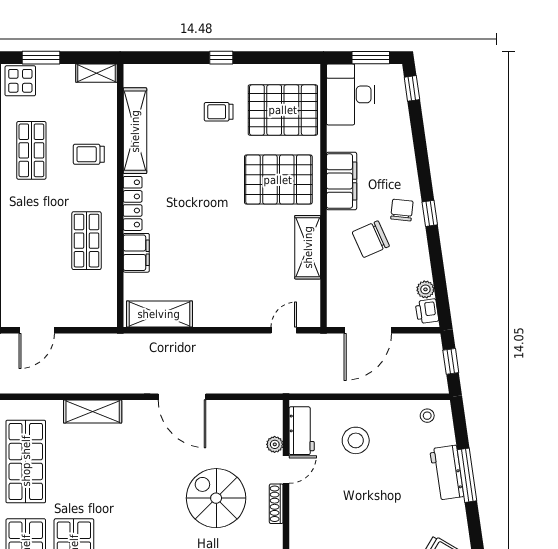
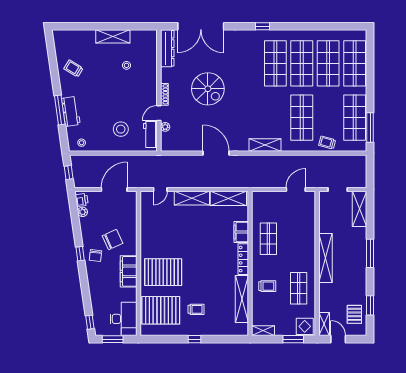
shelving: (308, 247) -> (192, 198), moved, turned 90
spiral stairs: (216, 498) -> (208, 89), moved

